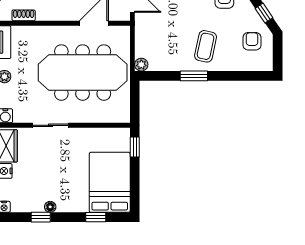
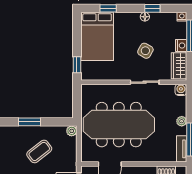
coffee table: (206, 46) -> (39, 151), moved, turned 40
side table: (50, 164) -> (145, 51), added

